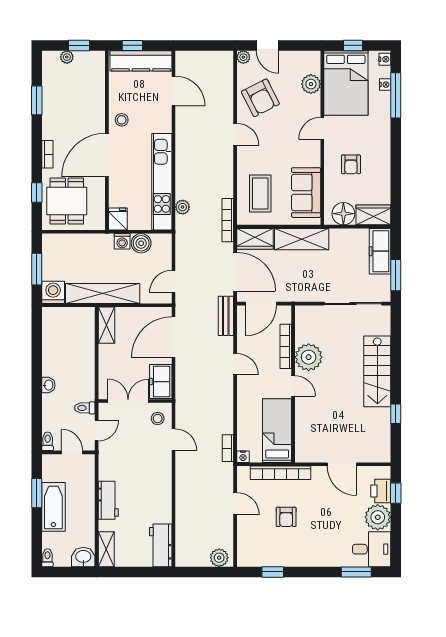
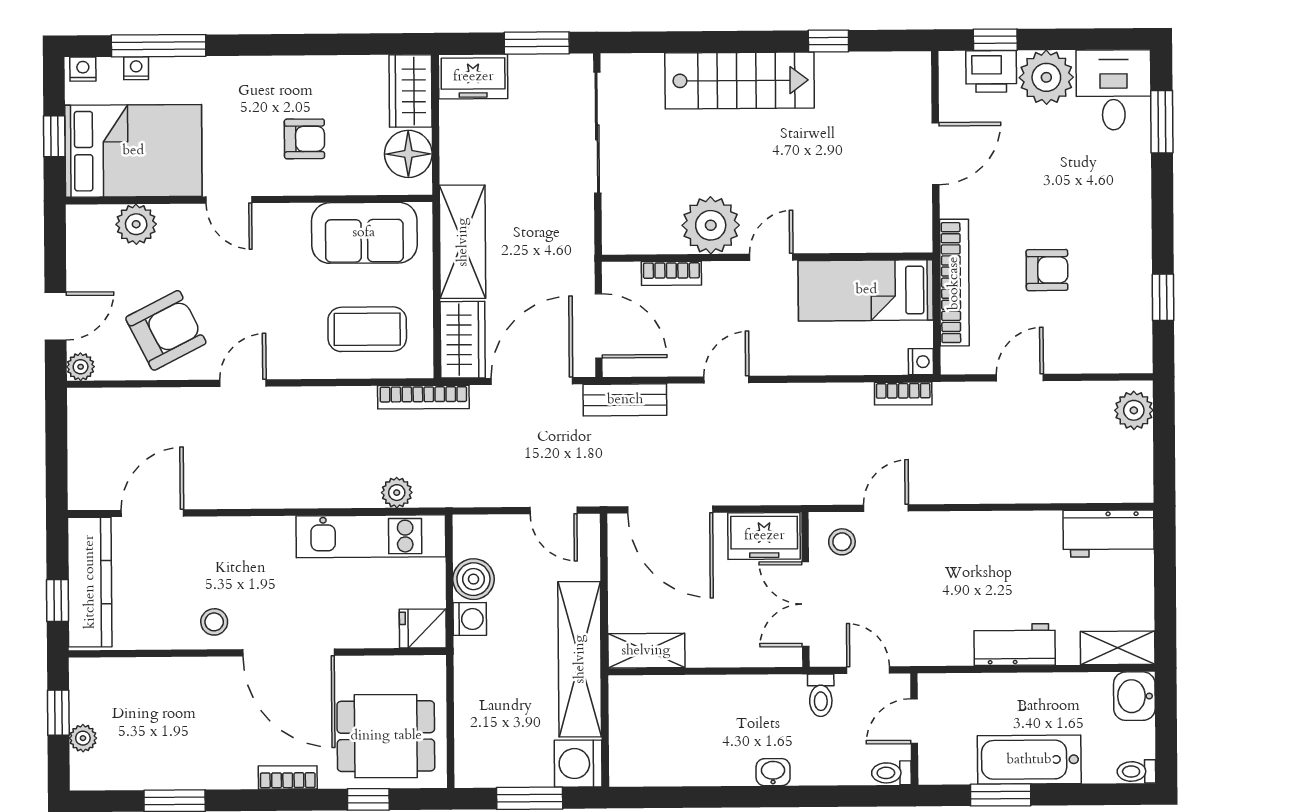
kitchen unit: (162, 182) -> (371, 536), width x0.73
freezer: (380, 251) -> (473, 77), width x0.71
bookcase: (286, 346) -> (671, 273), width x0.64

